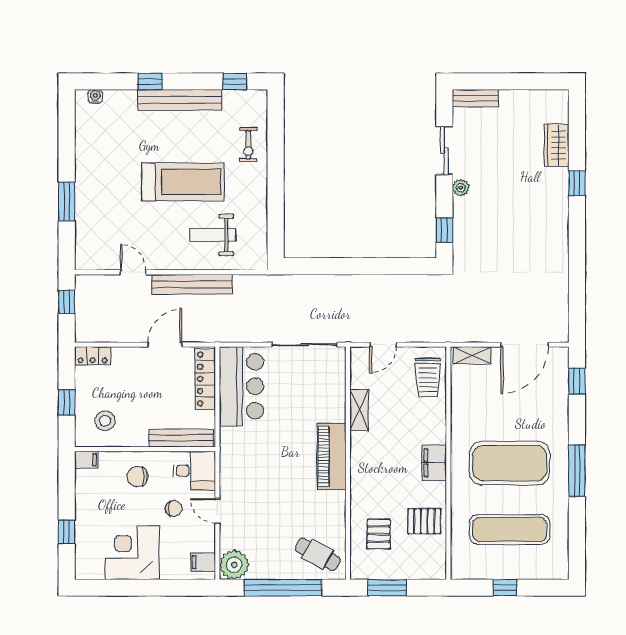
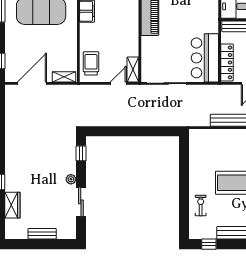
bench: (475, 98) -> (42, 234), moved
weight bench: (213, 235) -> (222, 150), removed
shelving: (359, 410) -> (133, 70), moved

